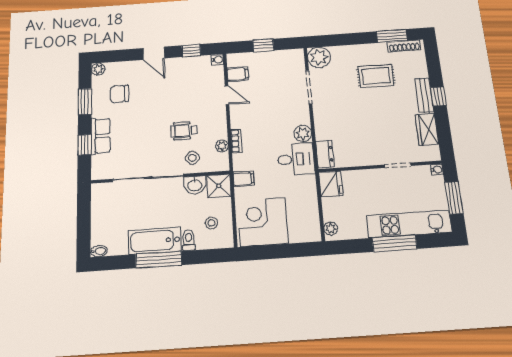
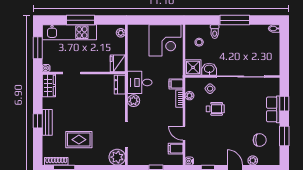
plant: (98, 69) -> (253, 160), moved
wardrobe: (427, 129) -> (49, 86), moved
filing cabinet: (244, 179) -> (176, 84), moved
bathtub: (155, 241) -> (237, 33), removed

